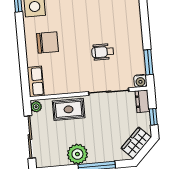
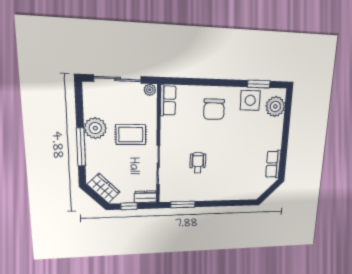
water cooler: (140, 81) -> (166, 196), removed
row of seats: (36, 82) -> (168, 100), moved, turned -90
rug: (69, 109) -> (131, 135), moved, turned 90

